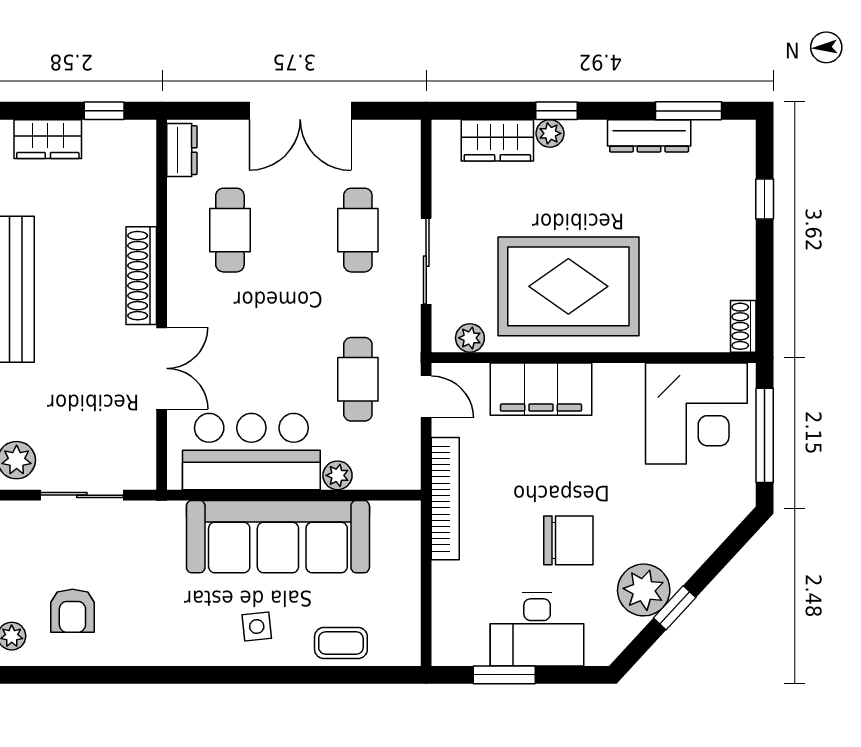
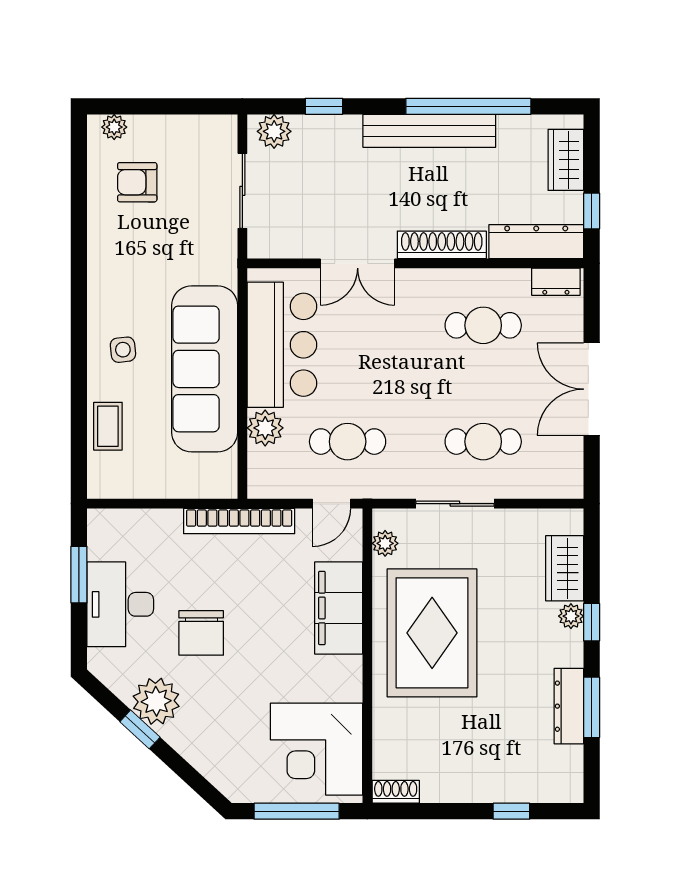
window: (689, 111) -> (592, 707), moved
dresser: (138, 172) -> (536, 242), added
plant: (338, 475) -> (265, 428), width x1.38, depth x1.38

